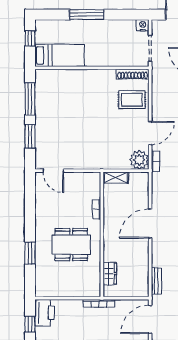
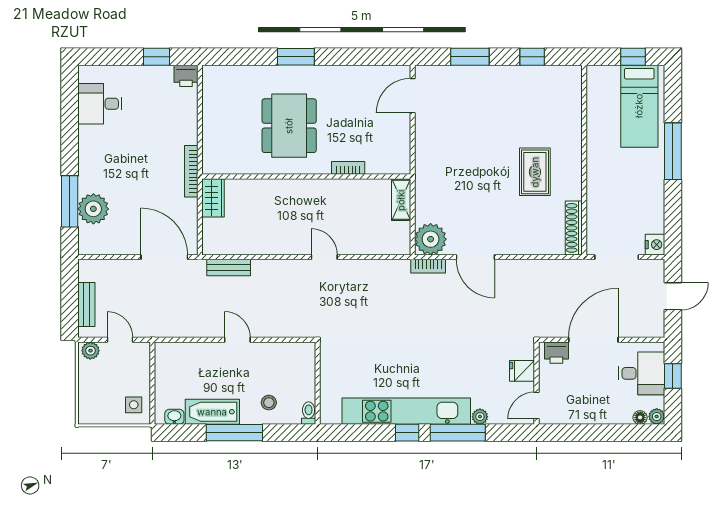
bed: (60, 55) -> (639, 106), moved
window: (30, 99) -> (532, 57), width x0.46
rug: (132, 100) -> (535, 172), moved
door: (150, 224) -> (324, 257), width x0.53
window: (30, 253) -> (296, 57), moved
wardrobe: (110, 273) -> (213, 198), moved, turned -90
printer: (44, 313) -> (186, 76), width x0.53, depth x0.68

